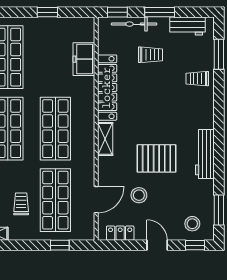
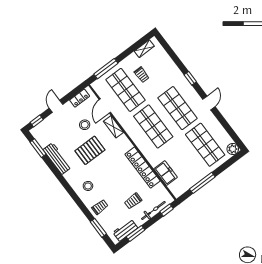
window: (47, 12) -> (202, 183), width x2.17
window: (160, 12) -> (136, 233), moved
shelving: (105, 139) -> (113, 127), moved
workbench: (205, 154) -> (57, 159), moved
stool: (192, 224) -> (88, 186), moved
window: (60, 245) -> (106, 69), width x2.17
door: (157, 245) -> (56, 106), swing flipped

